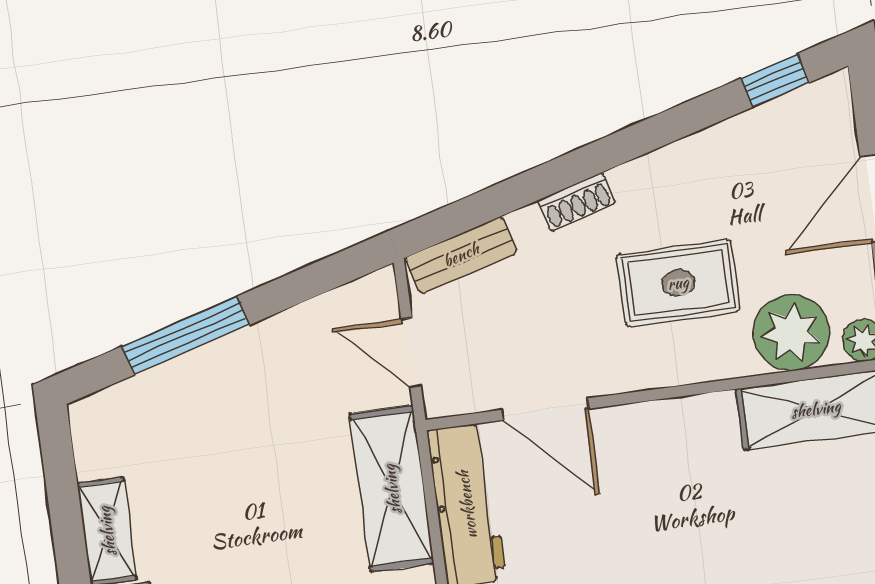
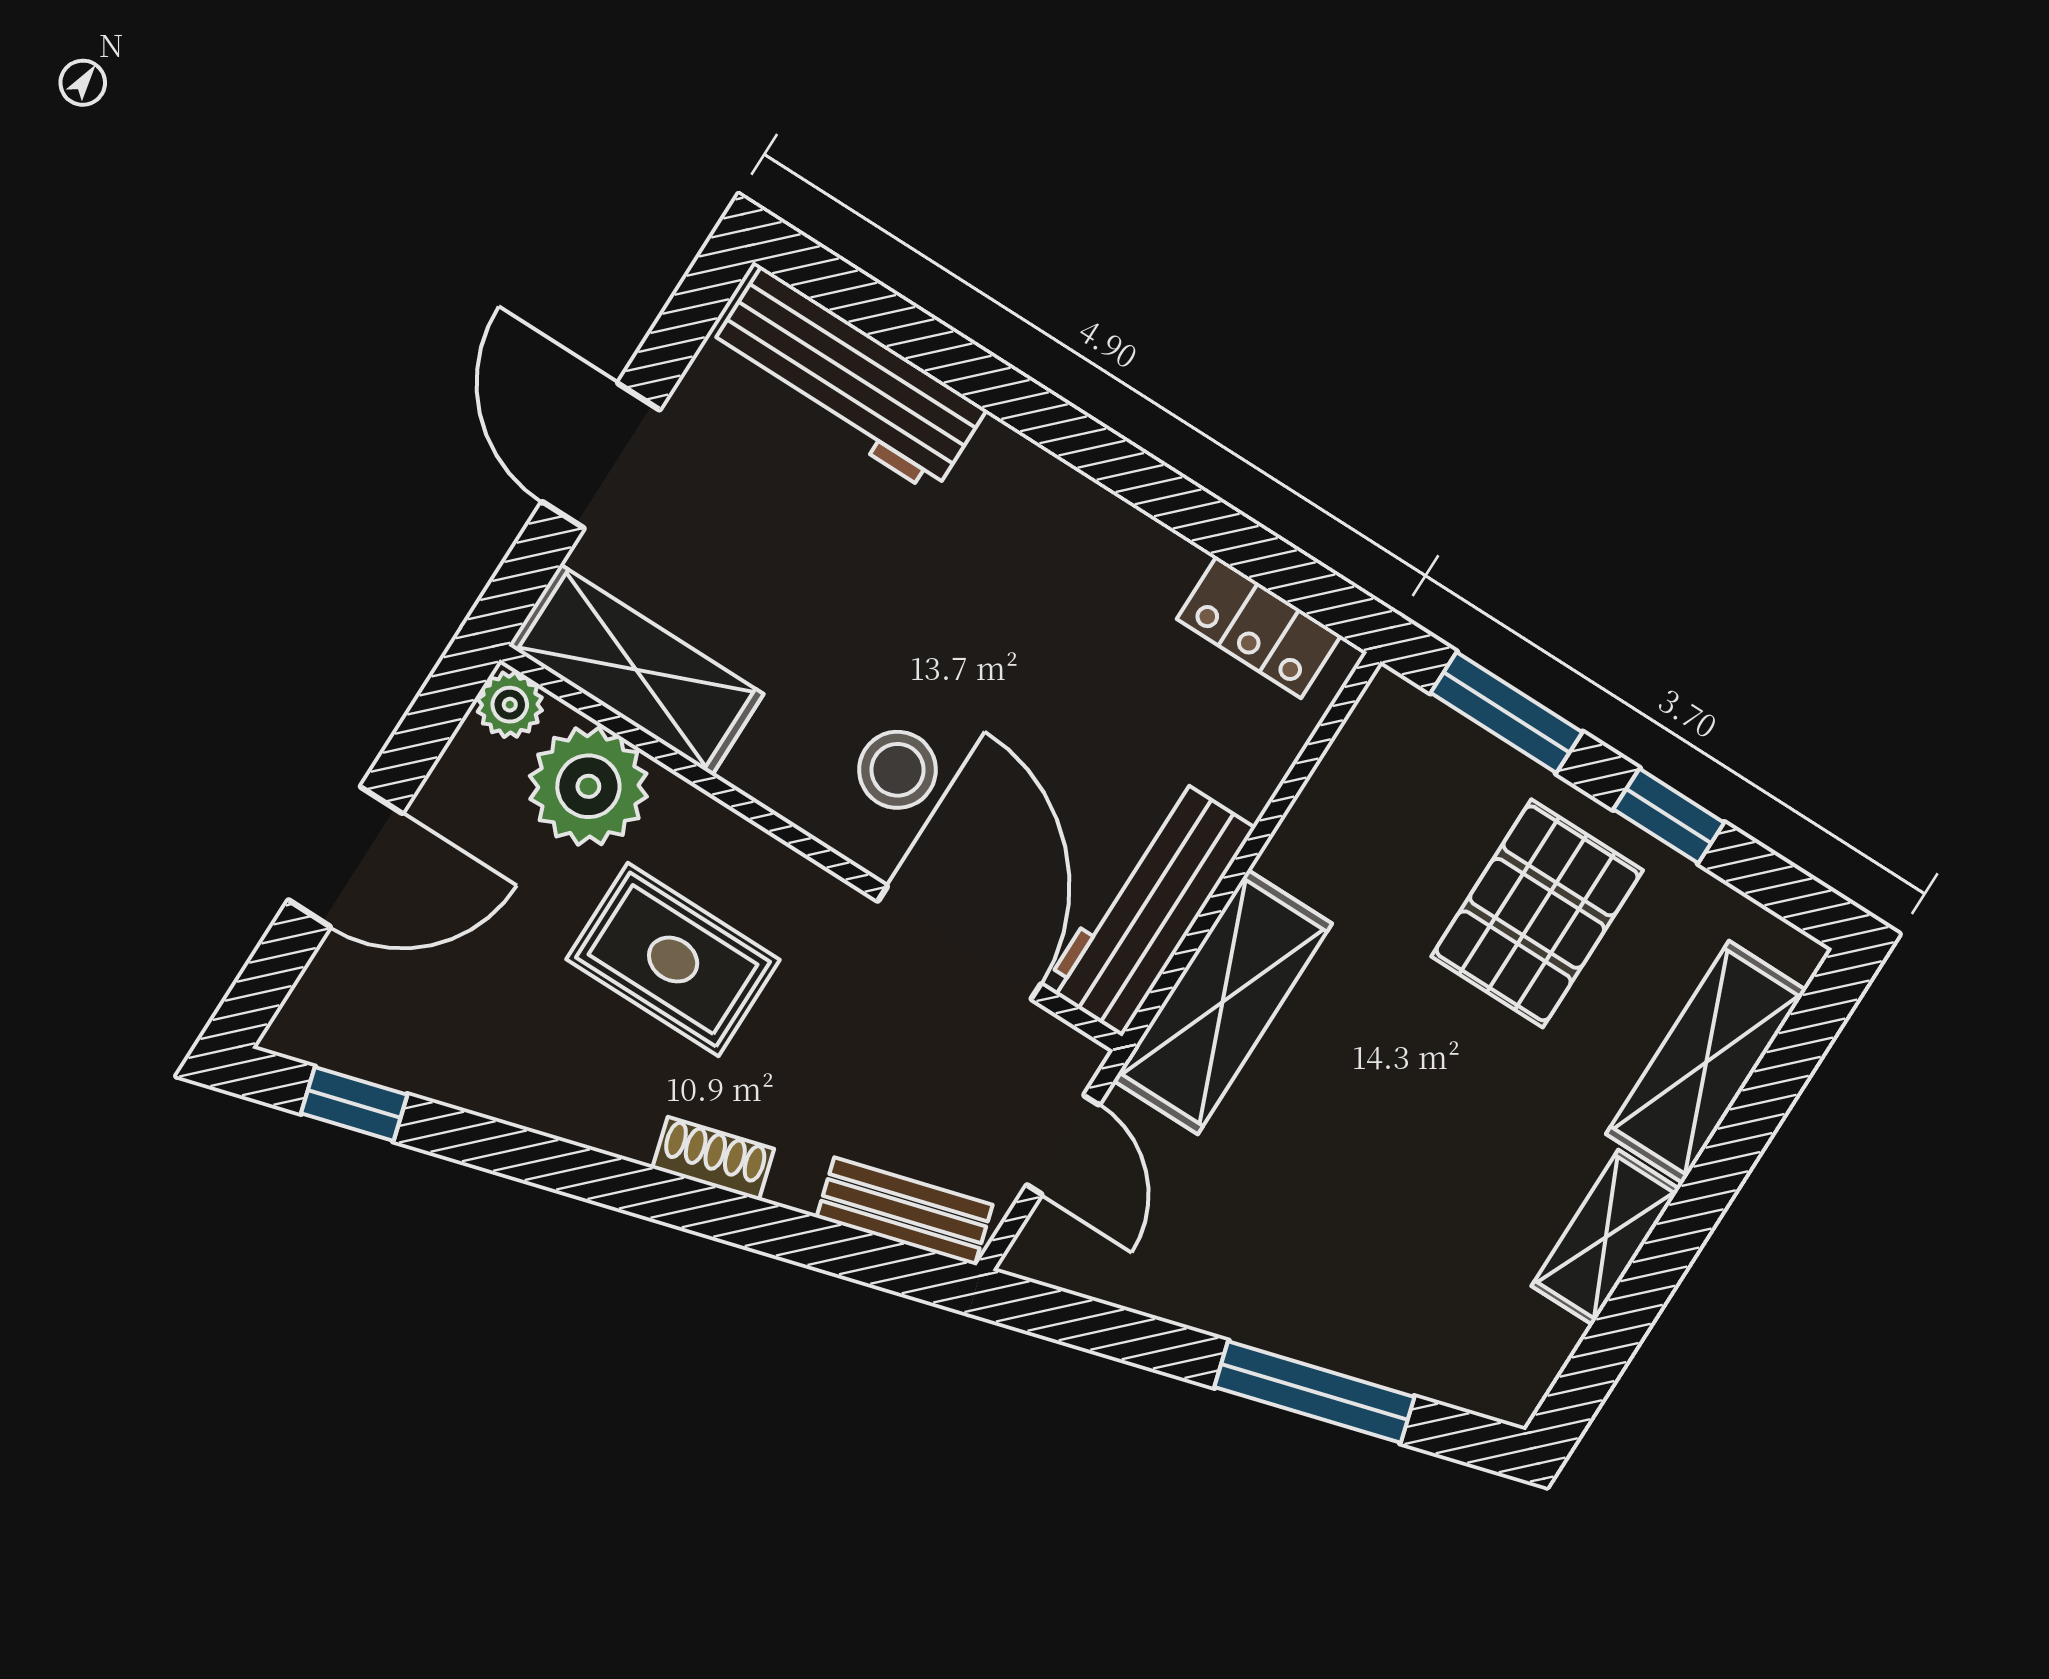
door: (545, 409) -> (959, 942), width x1.36
stool: (647, 468) -> (897, 770), added

